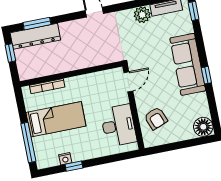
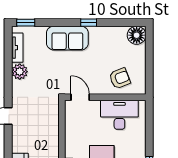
sofa: (188, 64) -> (67, 38), width x0.73

